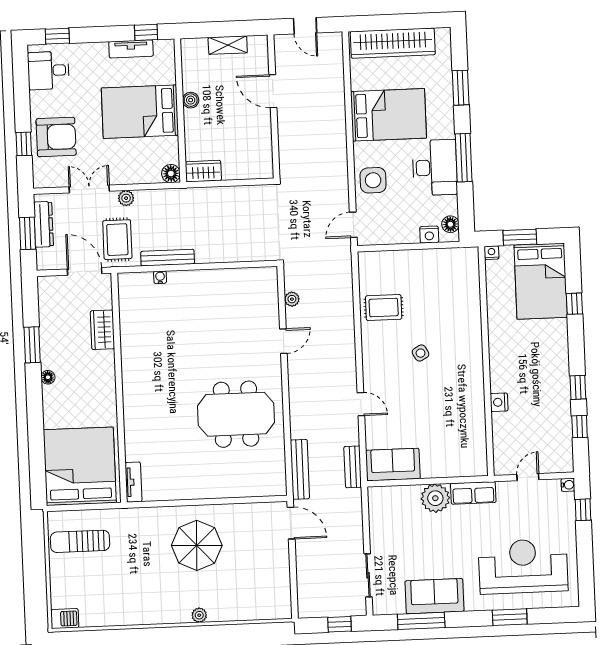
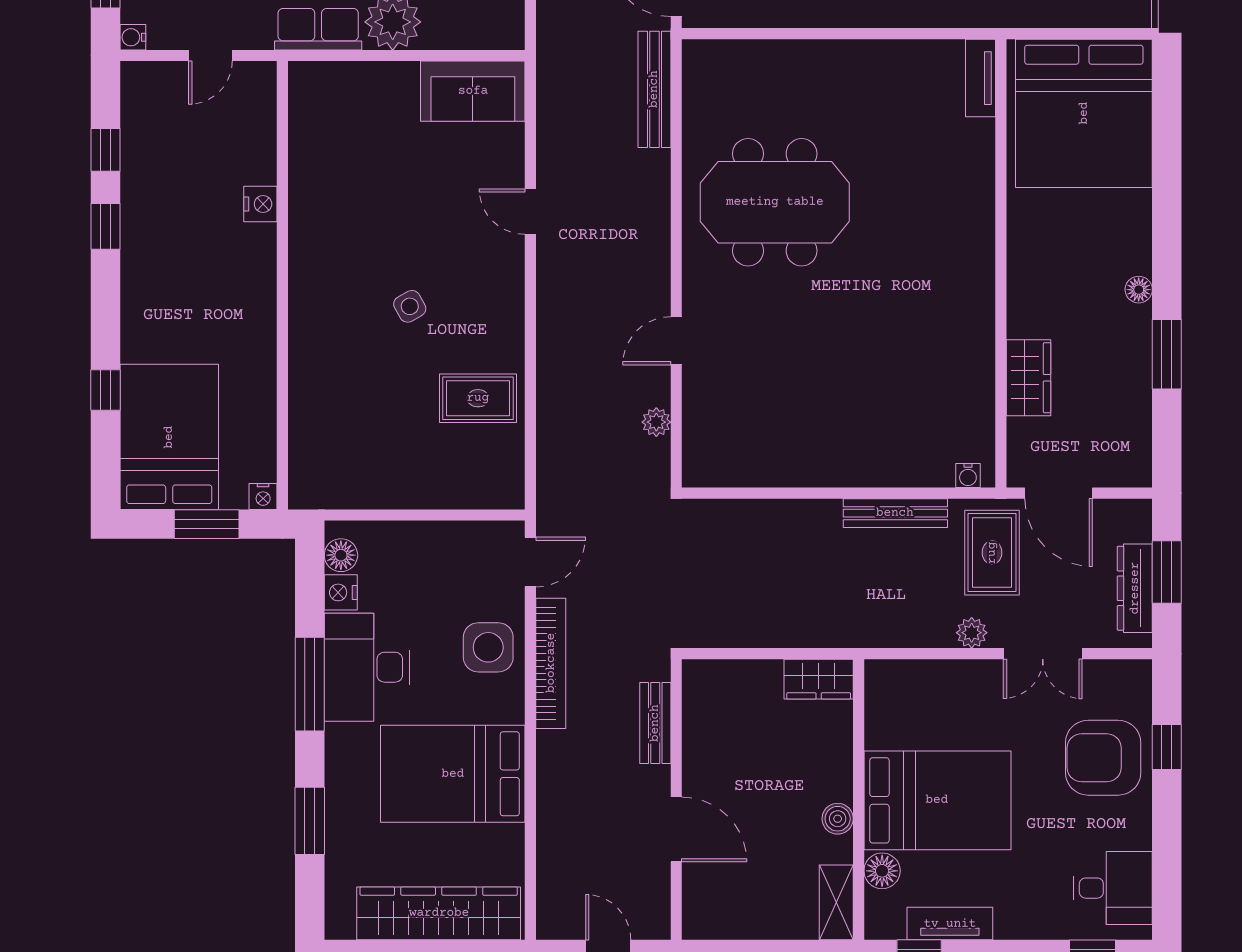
shelving: (228, 45) -> (836, 902), moved, turned 90
bookcase: (341, 173) -> (551, 663), added
floor lamp: (171, 174) -> (882, 871), moved
nightstand: (429, 235) -> (341, 592), moved, turned -90
water cooler: (160, 277) -> (968, 476), moved
bench: (353, 467) -> (655, 723), moved

